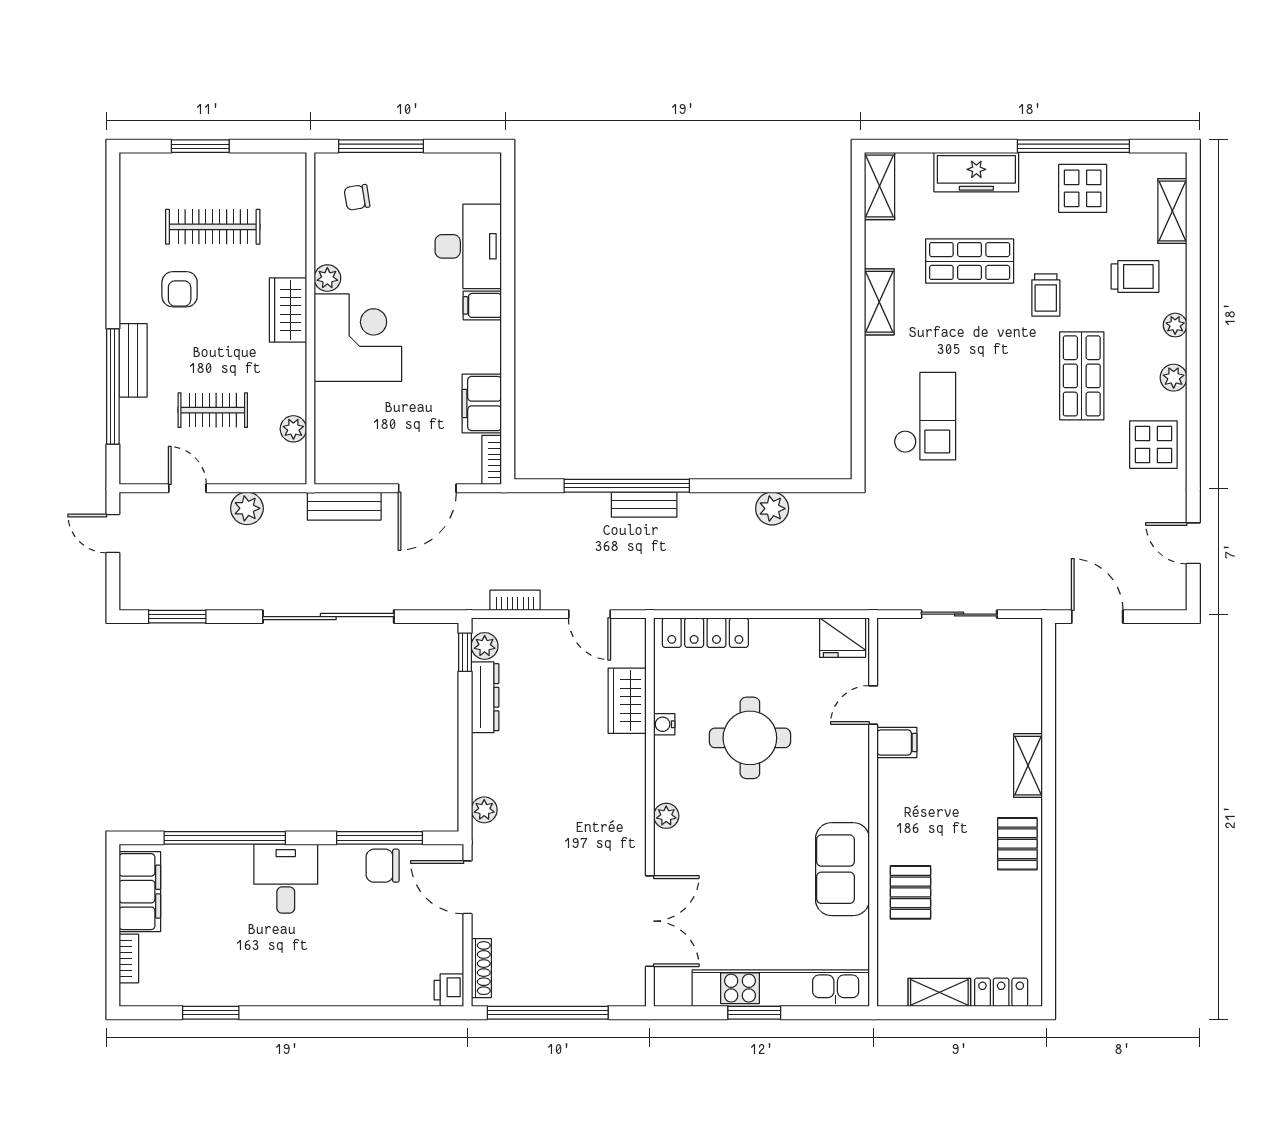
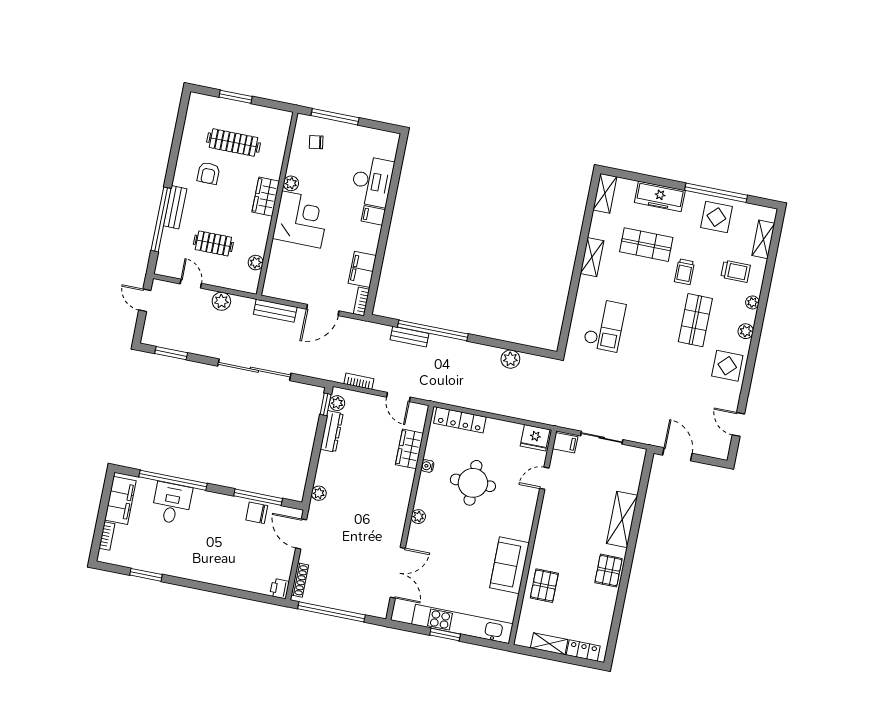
bench: (644, 505) -> (410, 337), moved
filing cabinet: (897, 742) -> (565, 443), moved
shelving: (1028, 766) -> (622, 519), width x1.50, depth x1.33
desk: (286, 879) -> (172, 503), moved

